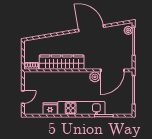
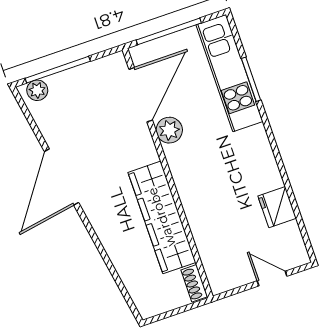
door: (113, 70) -> (141, 95), hinge flipped
kitchen unit: (81, 108) -> (229, 73), moved

